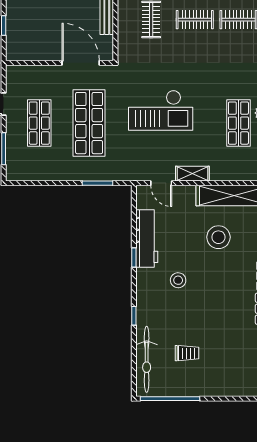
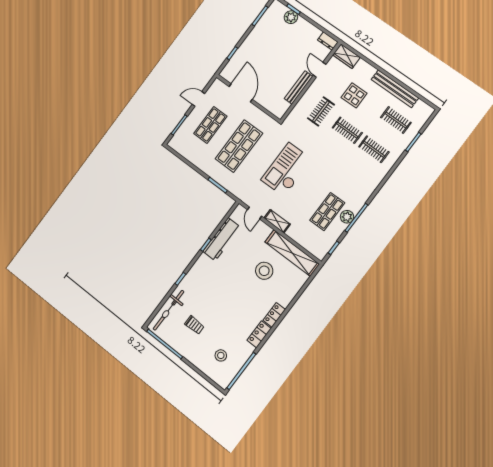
door: (81, 63) -> (241, 93), moved
checkout: (161, 110) -> (286, 169), turned 90
stool: (178, 280) -> (221, 355), moved

